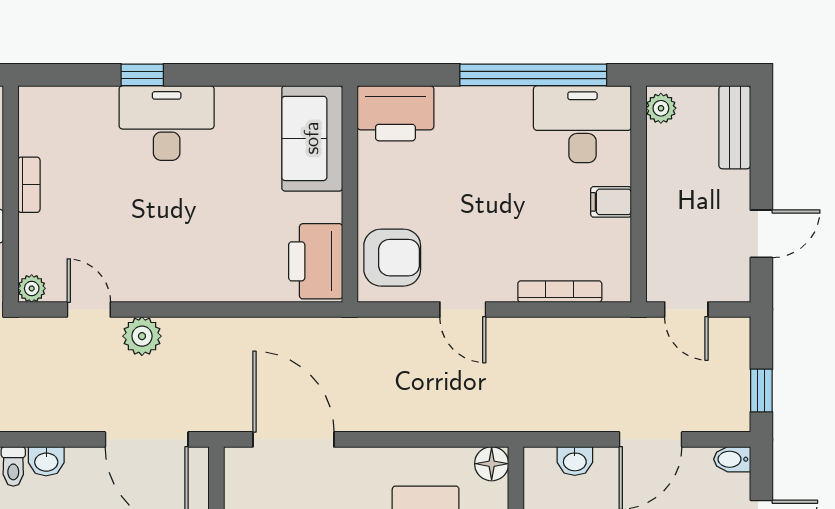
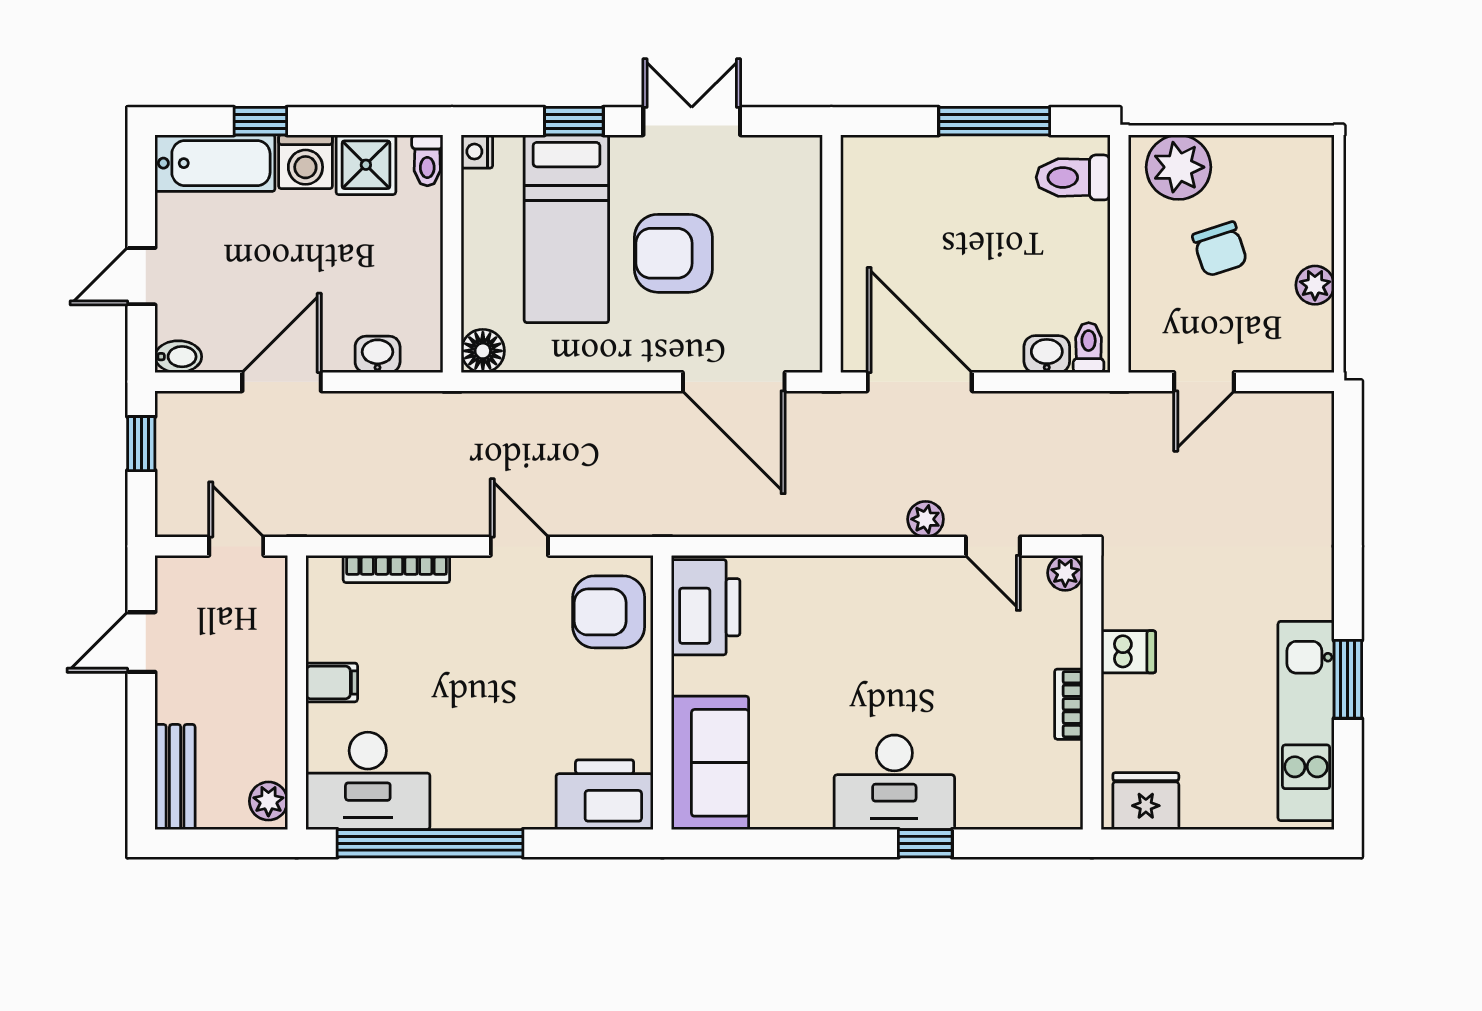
plant: (142, 336) -> (926, 519), width x0.73, depth x0.73

